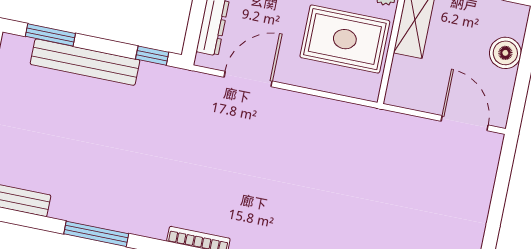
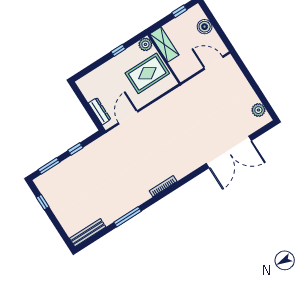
window: (152, 56) -> (75, 149), moved
bench: (85, 62) -> (69, 164), removed

